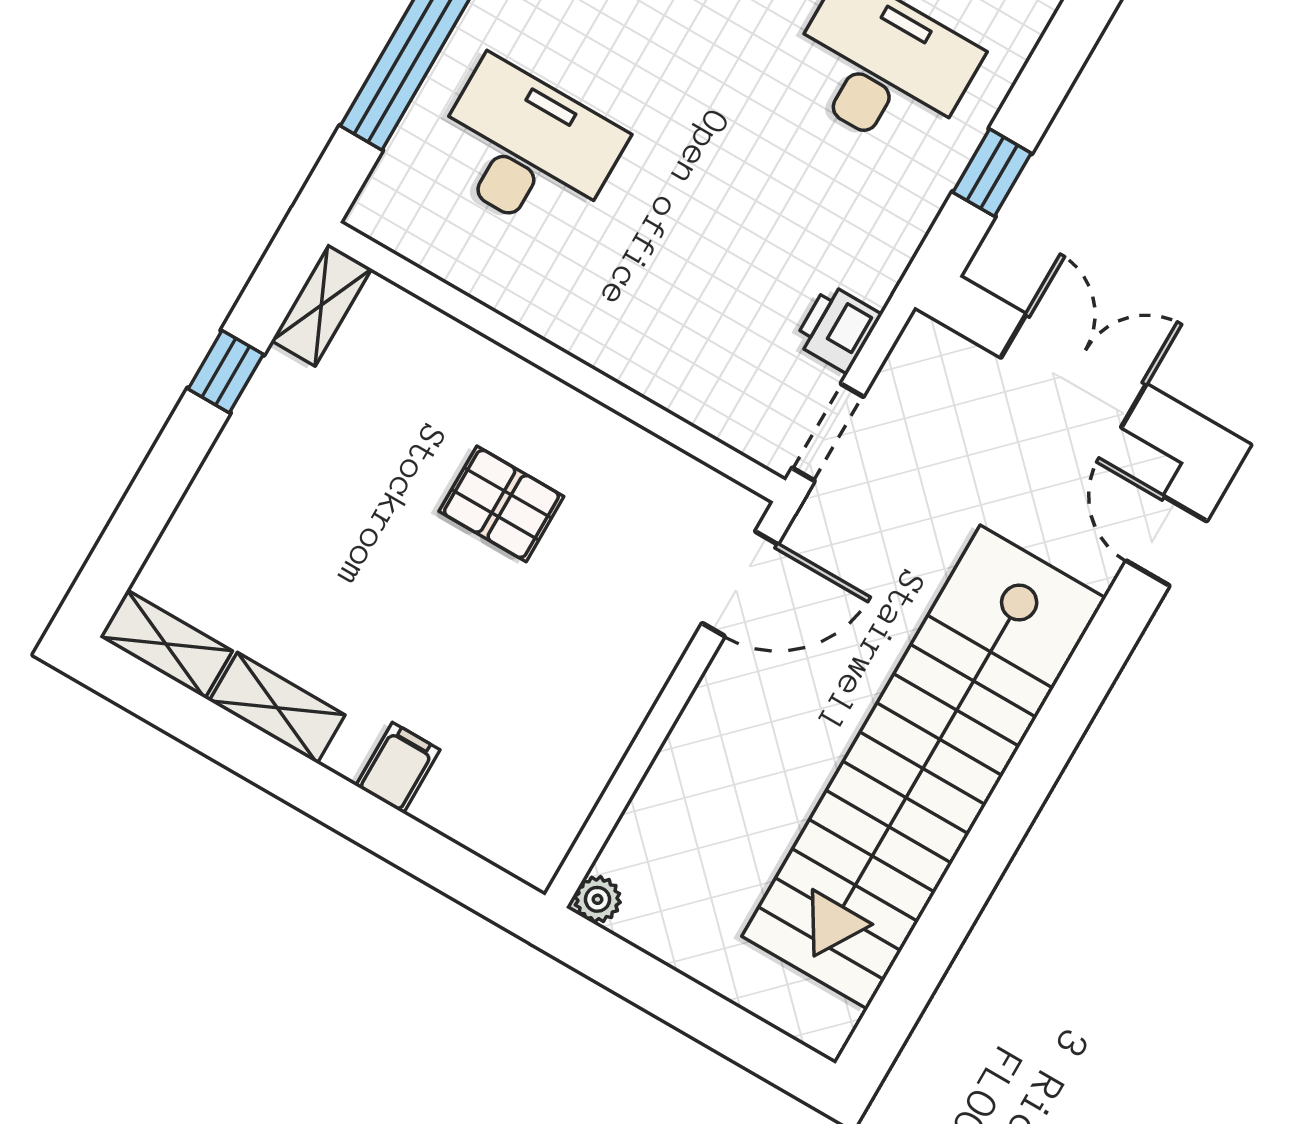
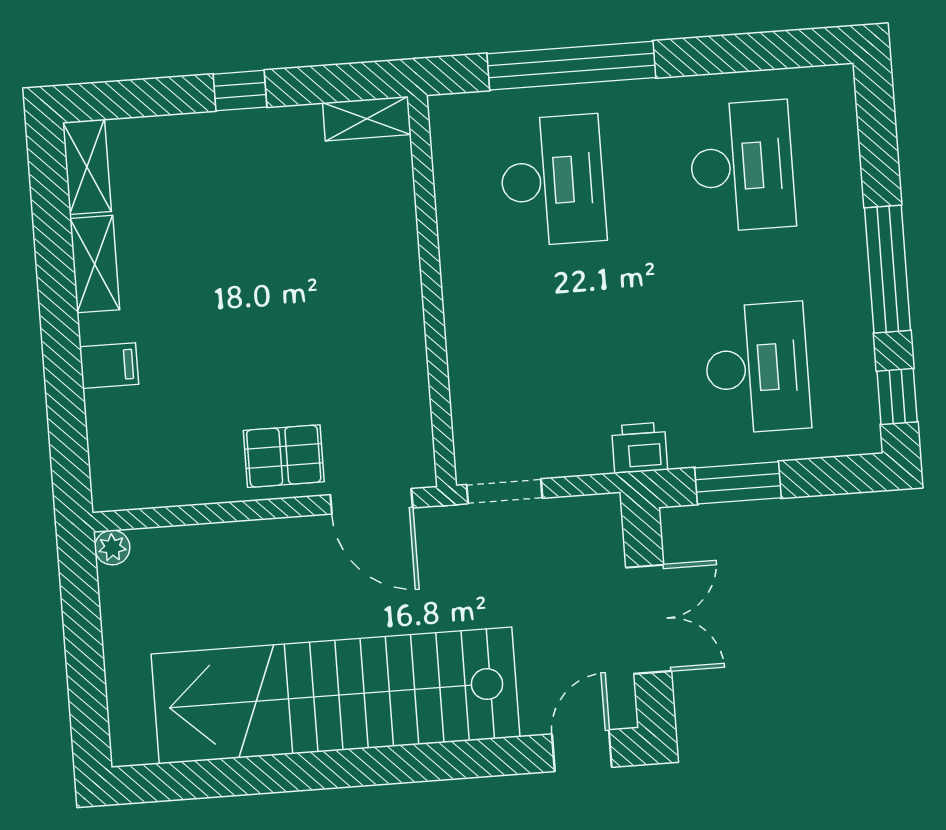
window: (992, 173) -> (738, 483), width x1.50
printer: (838, 328) -> (639, 448), moved
window: (226, 372) -> (240, 91), moved
pallet: (501, 504) -> (284, 456), moved, turned 90

